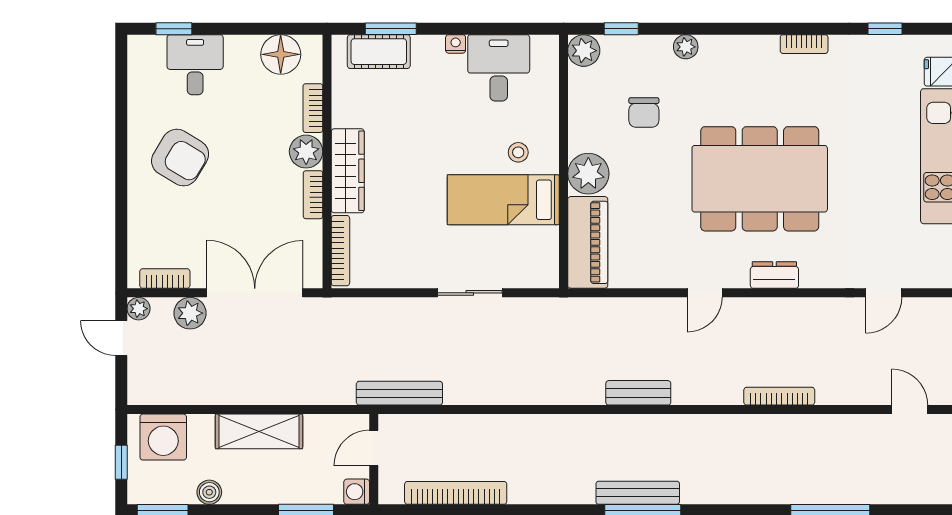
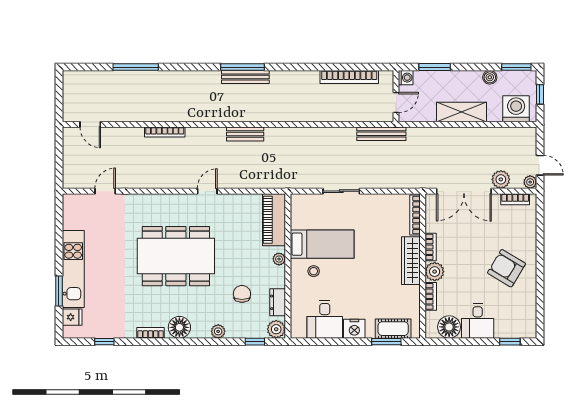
nightstand: (456, 44) -> (354, 329), width x1.89, depth x1.79
floor lamp: (753, 54) -> (179, 327), added
desk: (195, 65) -> (478, 321), moved
plant: (588, 174) -> (279, 259), width x0.53, depth x0.53
dresser: (774, 275) -> (278, 302), moved, turned 90

